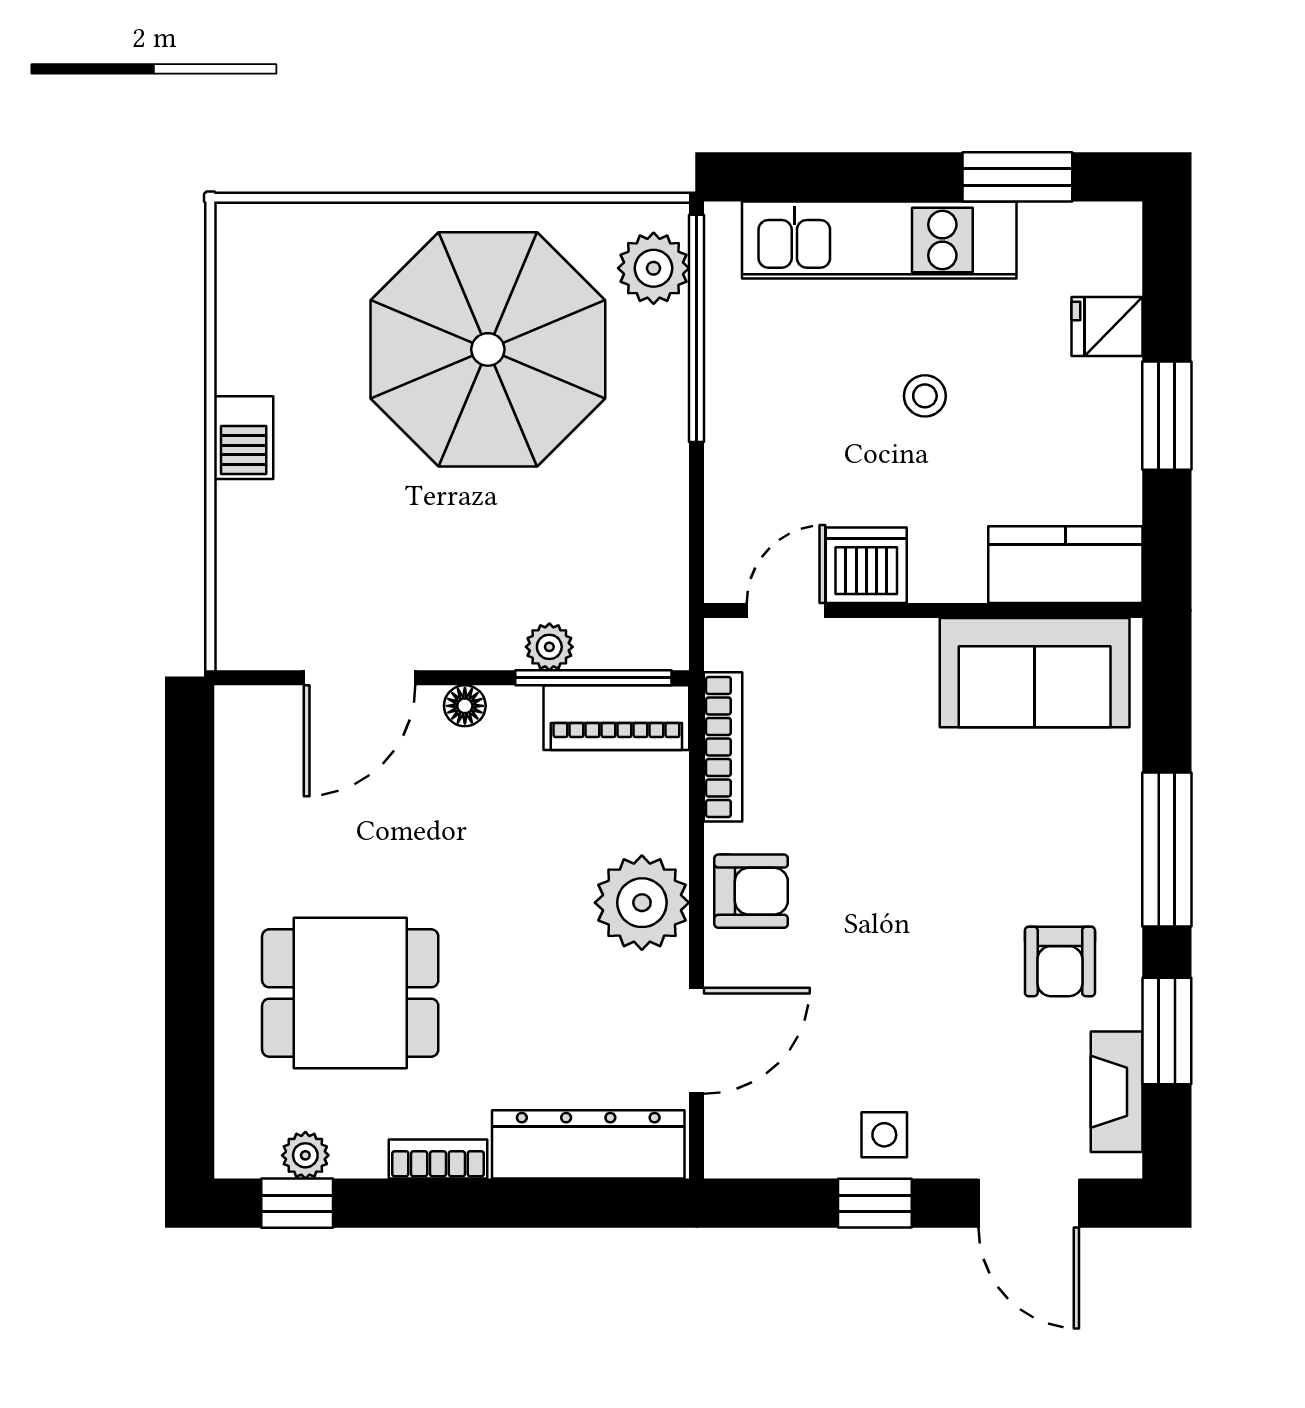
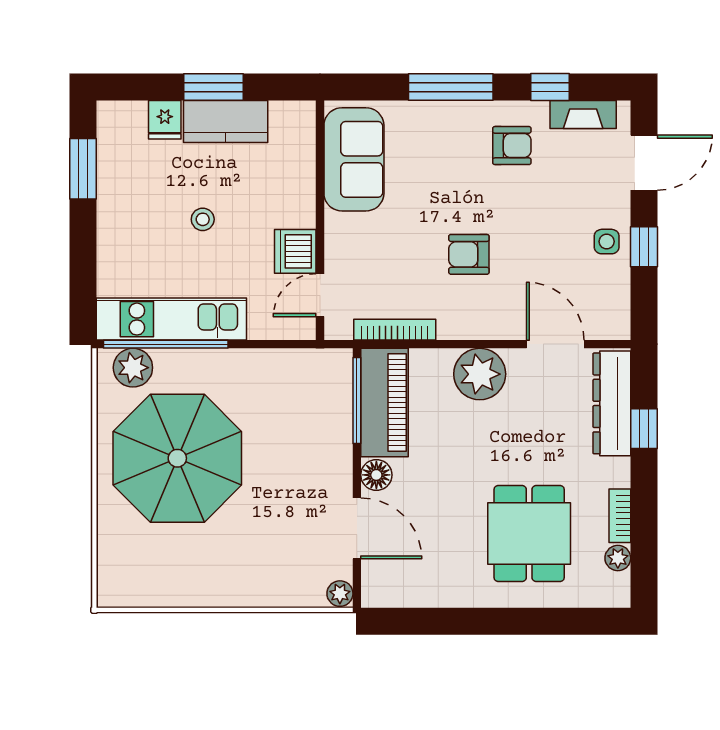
kitchen unit: (879, 240) -> (171, 319), moved, turned -90
barbecue: (244, 438) -> (226, 592), removed
kitchen counter: (1065, 565) -> (226, 122), moved, turned -90
door: (786, 610) -> (320, 295), hinge flipped
plant: (549, 647) -> (340, 594), moved
floor lamp: (465, 706) -> (376, 475), width x1.37, depth x1.37
piano: (616, 718) -> (384, 403), width x1.37, depth x1.33
armchair: (751, 891) -> (469, 254), moved, turned -90
window: (1167, 1031) -> (550, 87), width x0.67
bookcase: (438, 1159) -> (620, 516), moved
window: (297, 1203) -> (644, 429), moved

